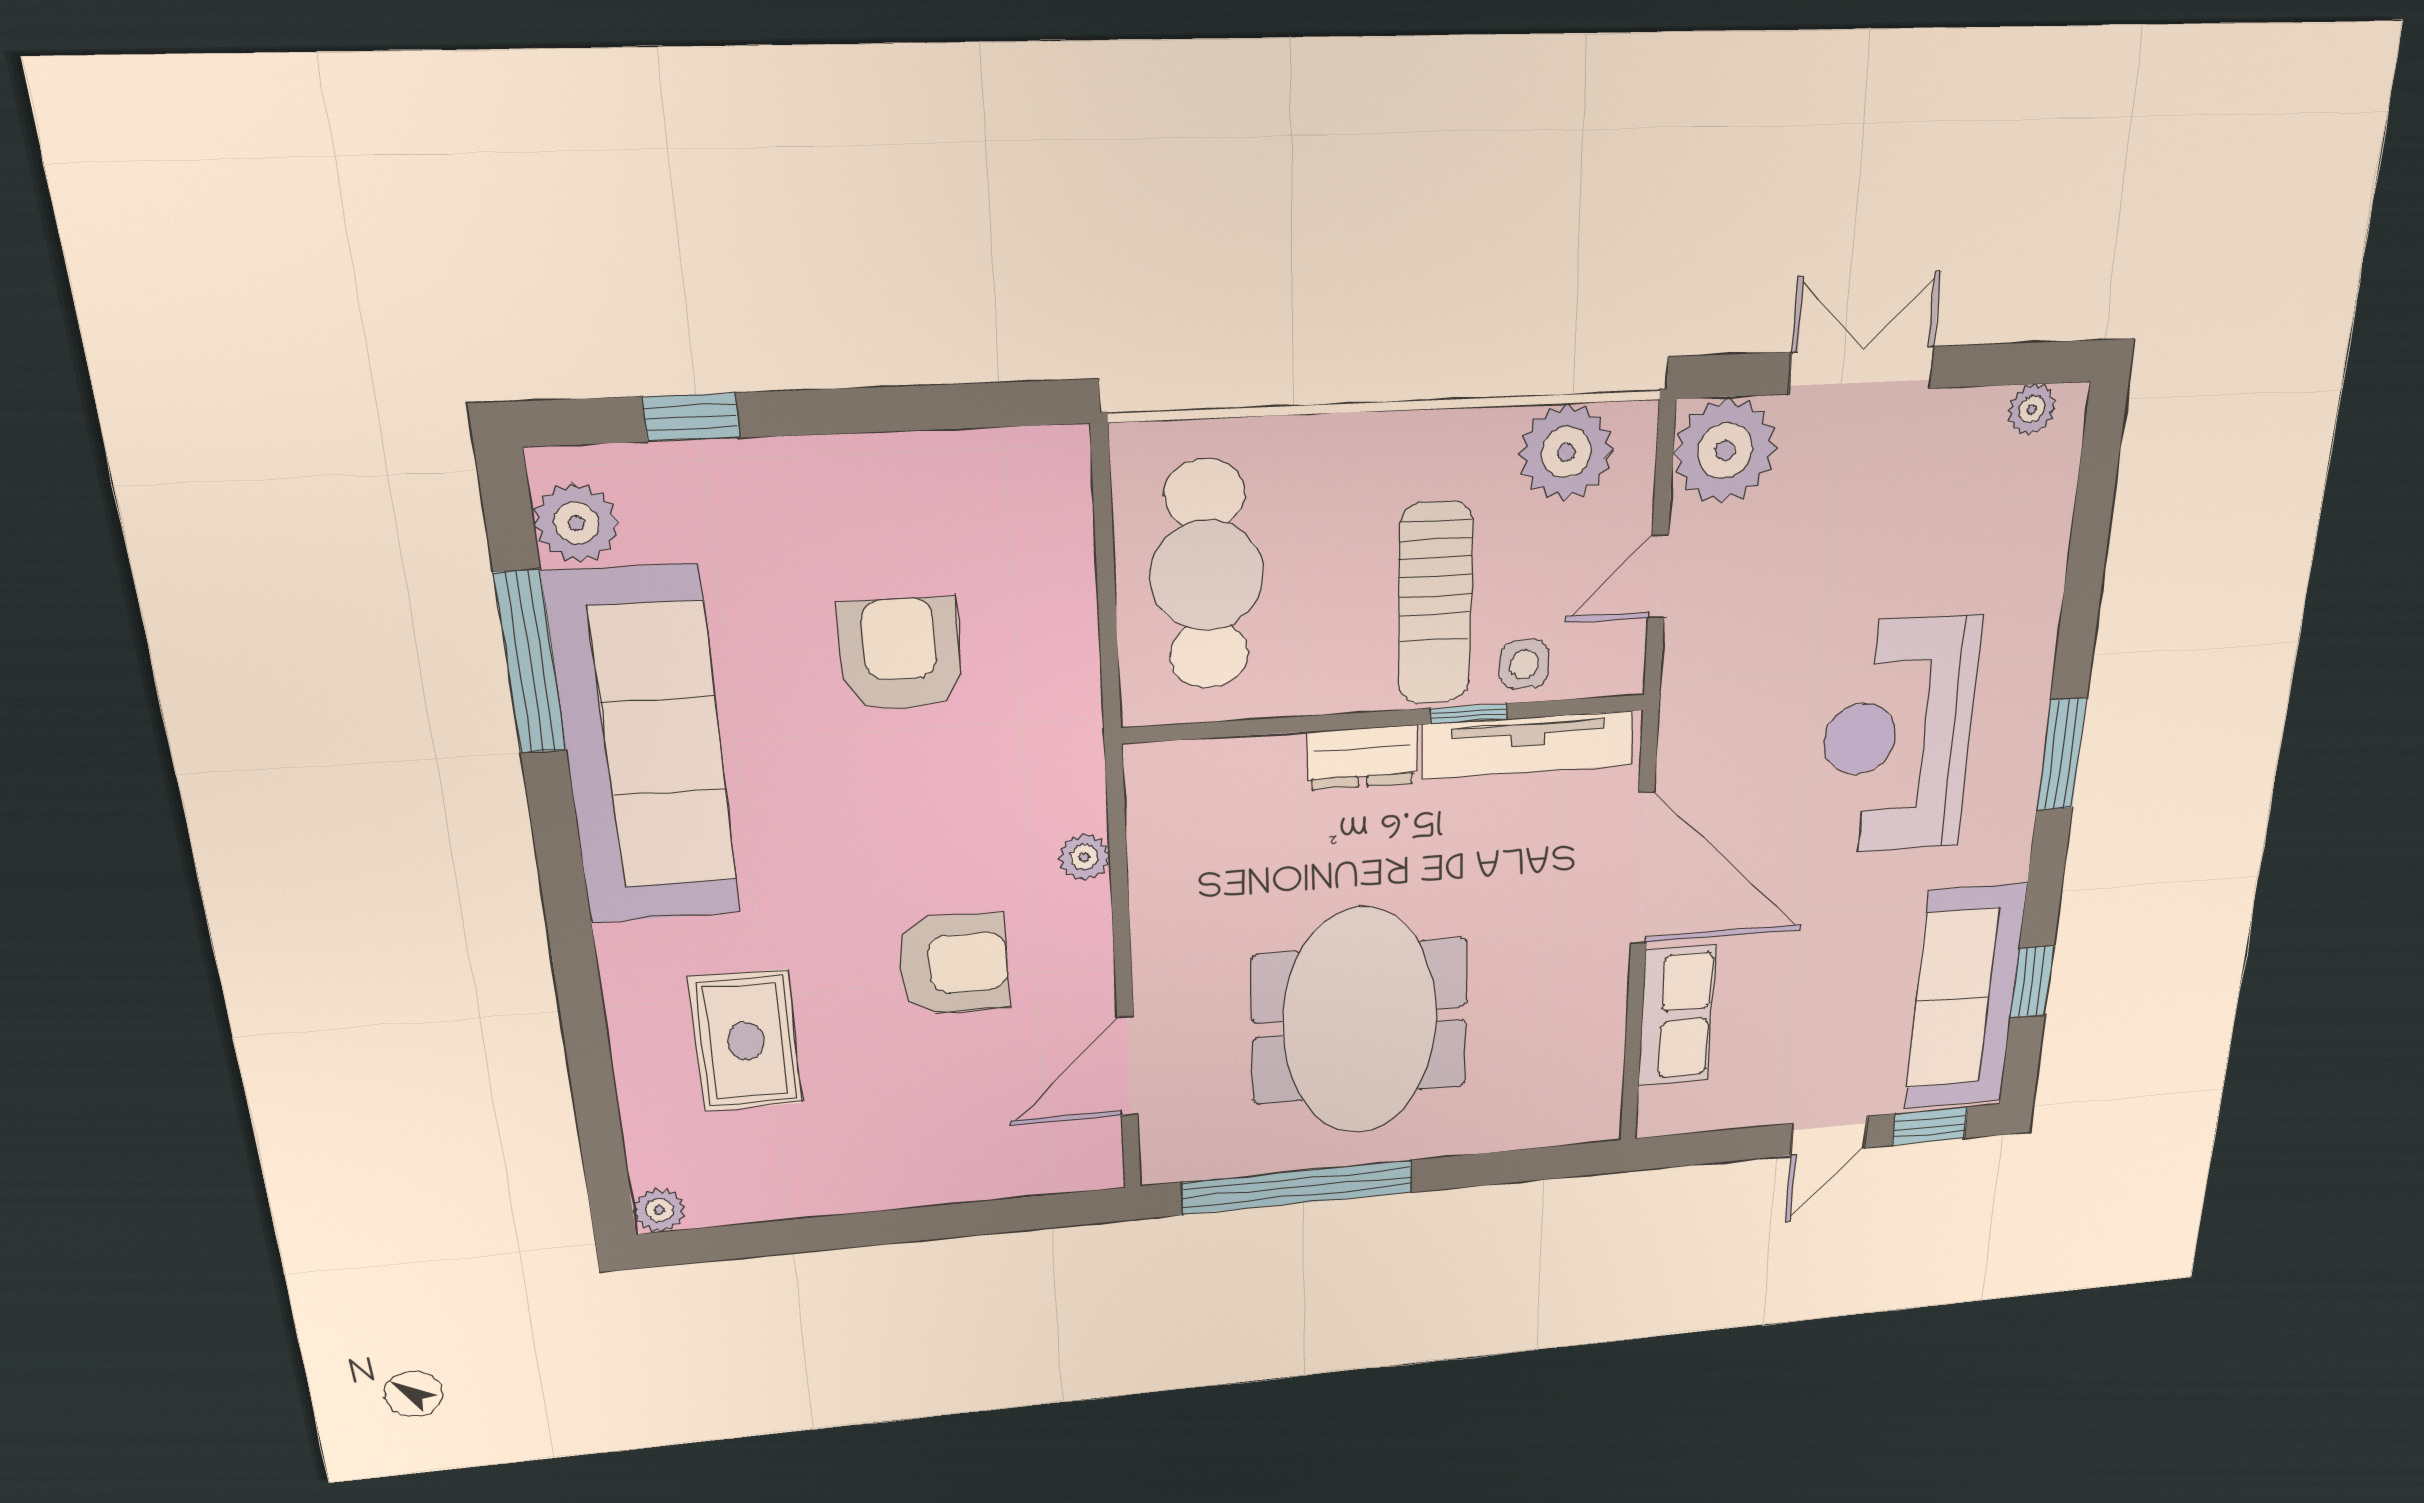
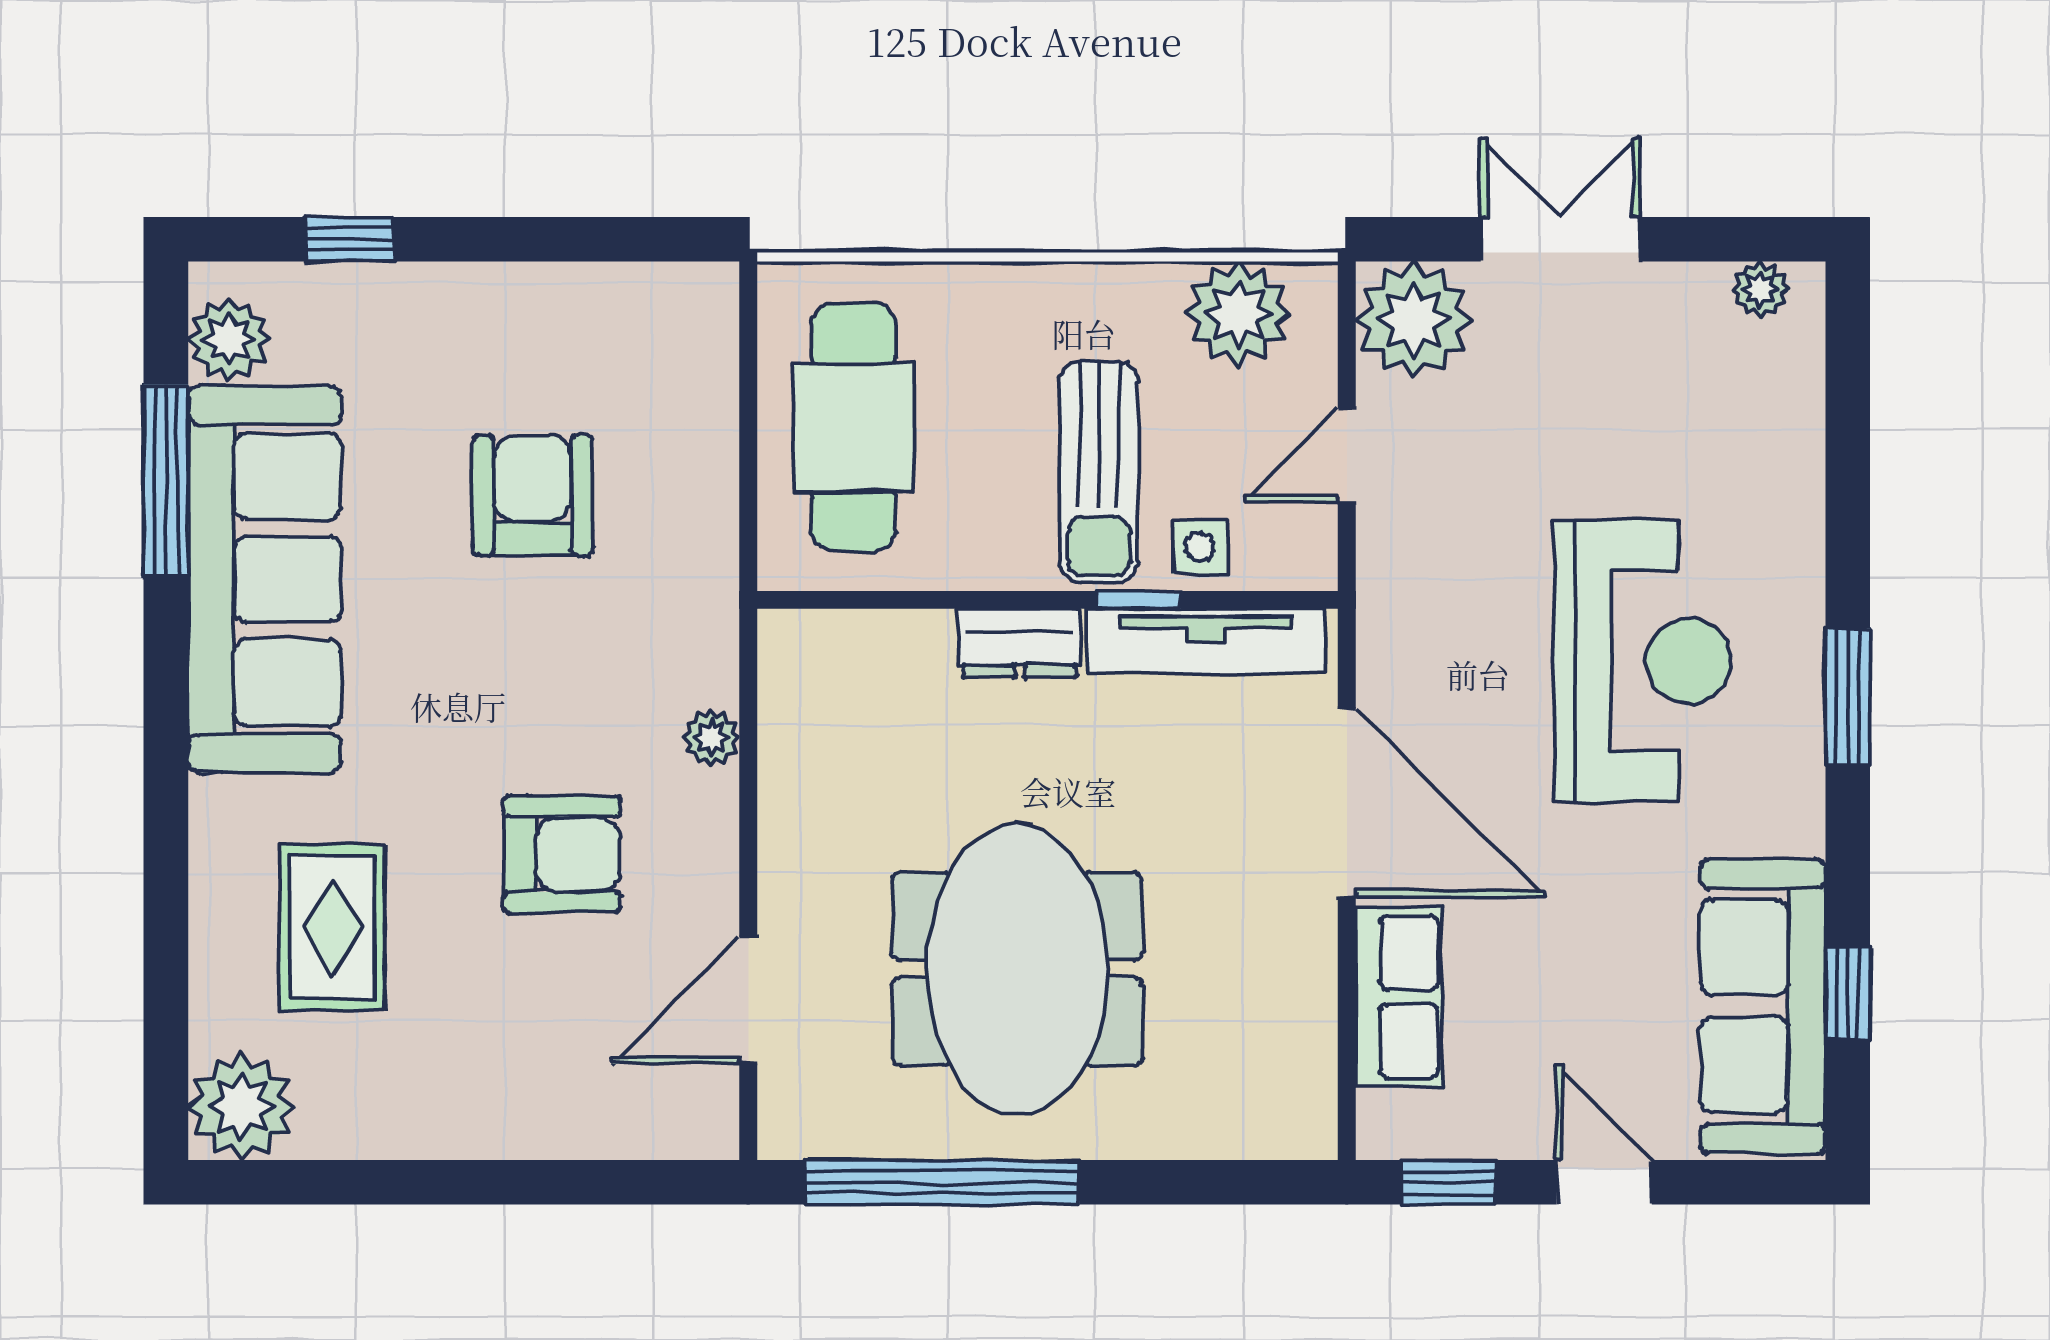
reception desk: (1898, 736) -> (1642, 661), turned 180
window: (1930, 1126) -> (1449, 1182), moved
door: (1829, 1136) -> (1604, 1182), swing flipped
plant: (659, 1210) -> (242, 1106), width x1.88, depth x1.88

